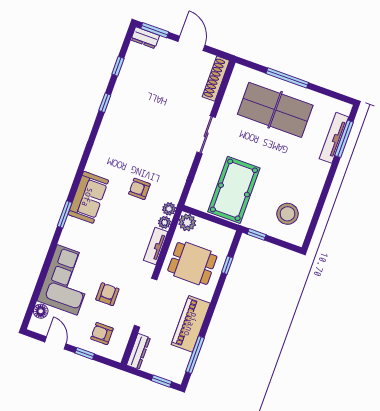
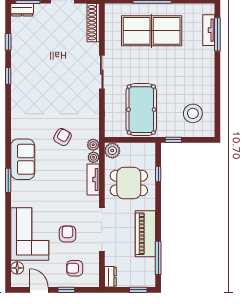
tv unit: (334, 138) -> (209, 30), width x0.71
armchair: (139, 189) -> (63, 137), turned 119
dresser: (138, 351) -> (110, 277), width x0.70

